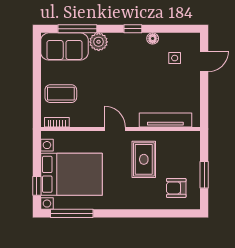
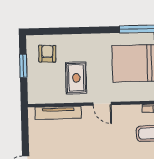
armchair: (176, 188) -> (47, 54), turned -88

